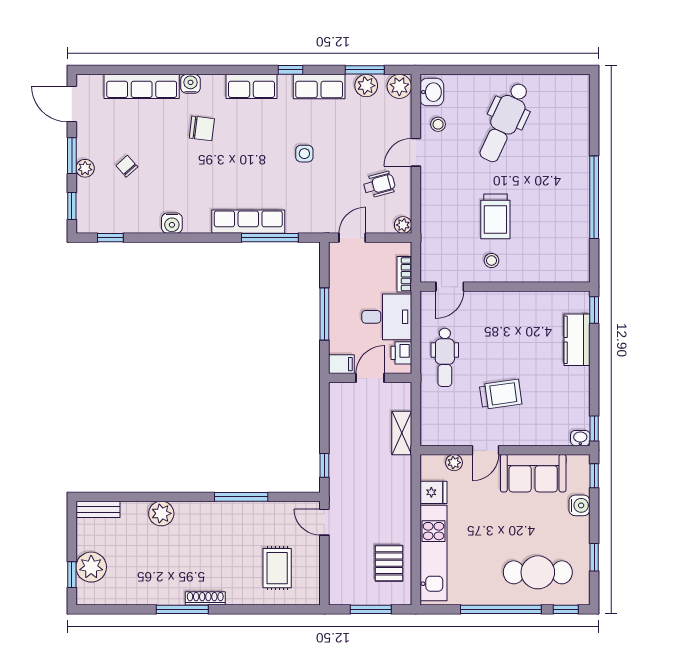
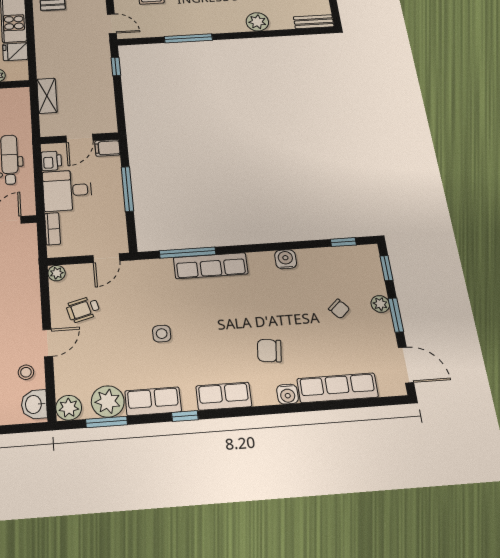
plant: (366, 86) -> (108, 401), width x1.36, depth x1.36

